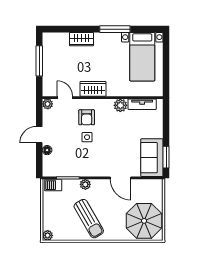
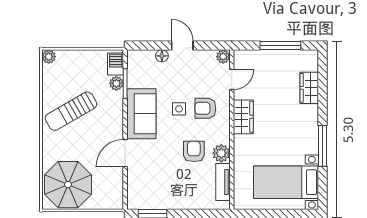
wardrobe: (81, 39) -> (309, 88), moved
armchair: (119, 126) -> (194, 151), added
sofa: (152, 158) -> (141, 114), moved, turned 90
plant: (85, 184) -> (116, 83), moved

